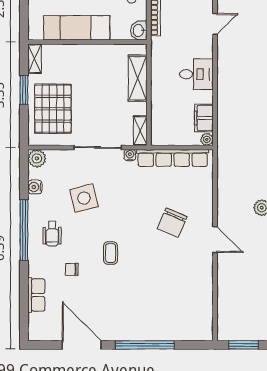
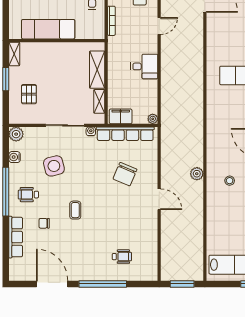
washbasin: (139, 30) -> (98, 31), removed
pallet: (53, 109) -> (29, 94), width x0.49, depth x0.50
filing cabinet: (204, 118) -> (121, 116), moved, turned 90
shelving: (140, 131) -> (99, 101), moved
chair: (172, 223) -> (125, 174), moved
wheelchair: (52, 234) -> (28, 195), turned 90
row of seats: (36, 295) -> (16, 237), width x1.48
wheelchair: (168, 311) -> (122, 257), added

